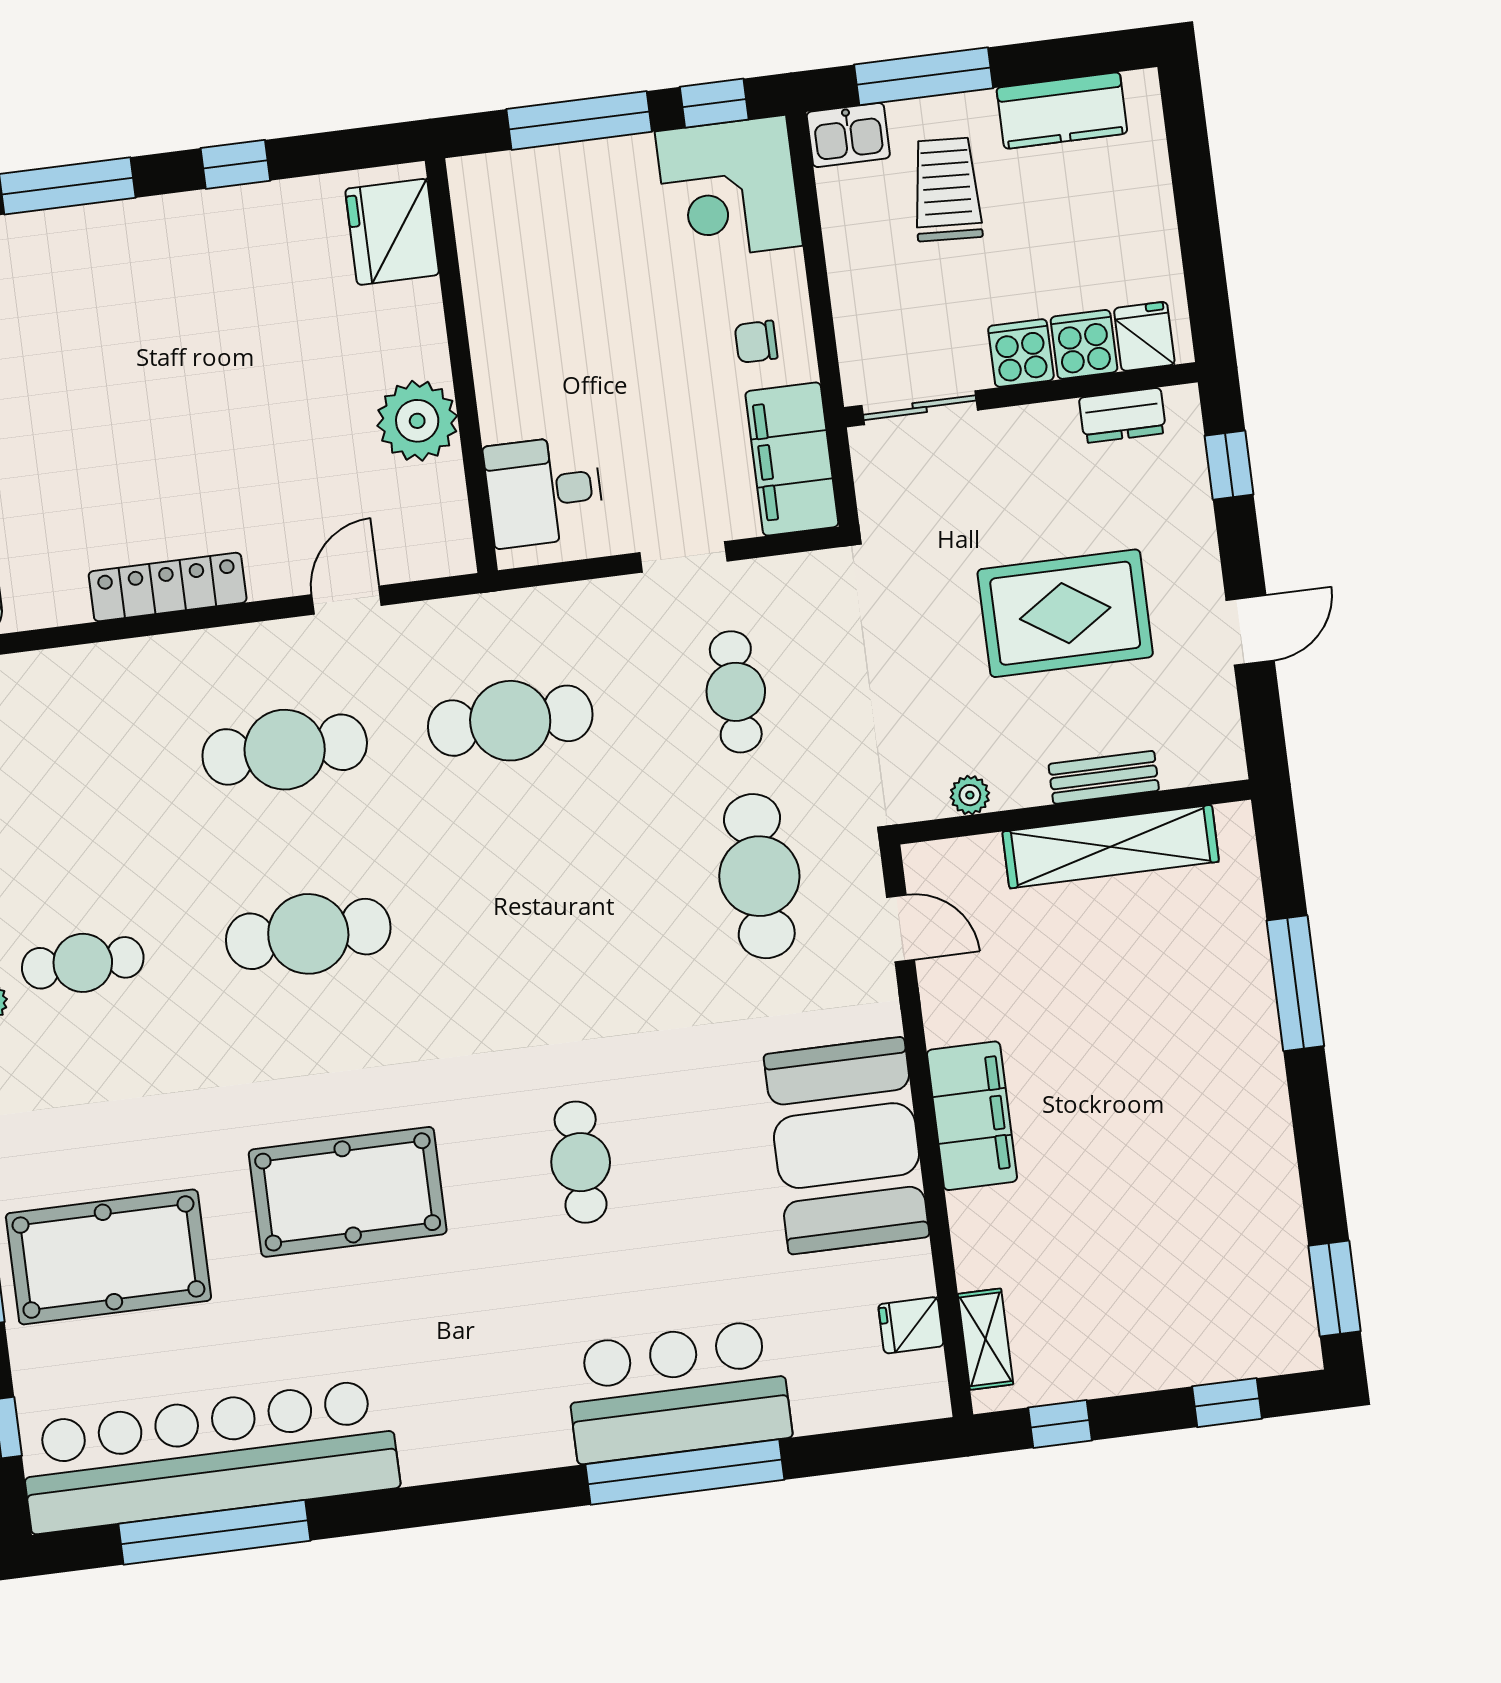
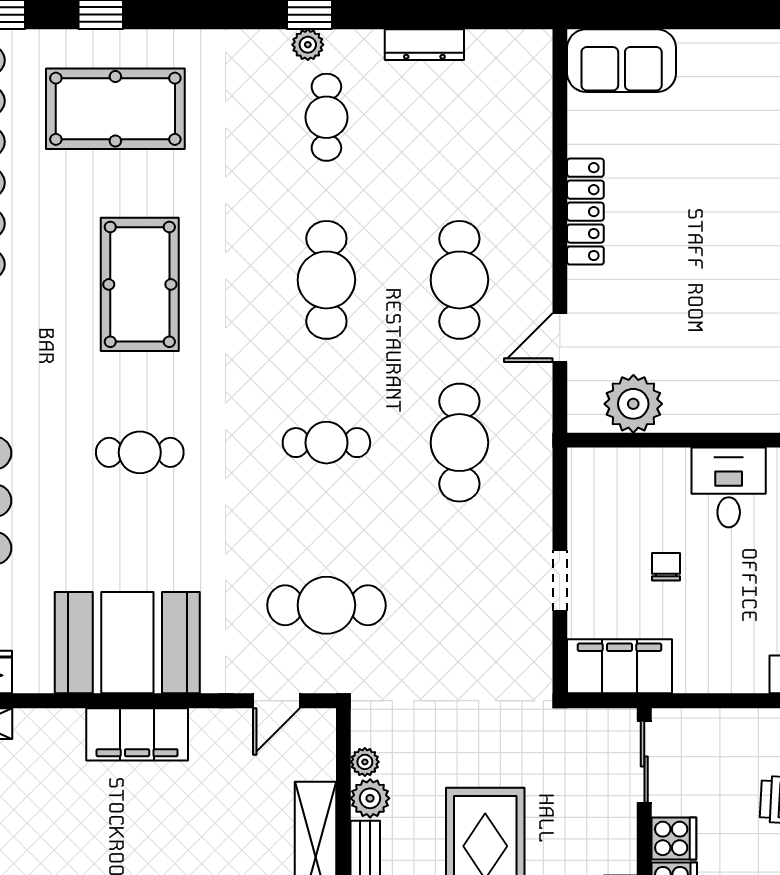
chair: (756, 342) -> (666, 567), moved
plant: (417, 421) -> (633, 404), moved
desk: (544, 491) -> (729, 487), moved
door: (347, 600) -> (560, 337), swing flipped
cafe table: (736, 692) -> (326, 443), moved
plant: (1019, 781) -> (370, 798), added
pool table: (108, 1257) -> (115, 109), turned 90

